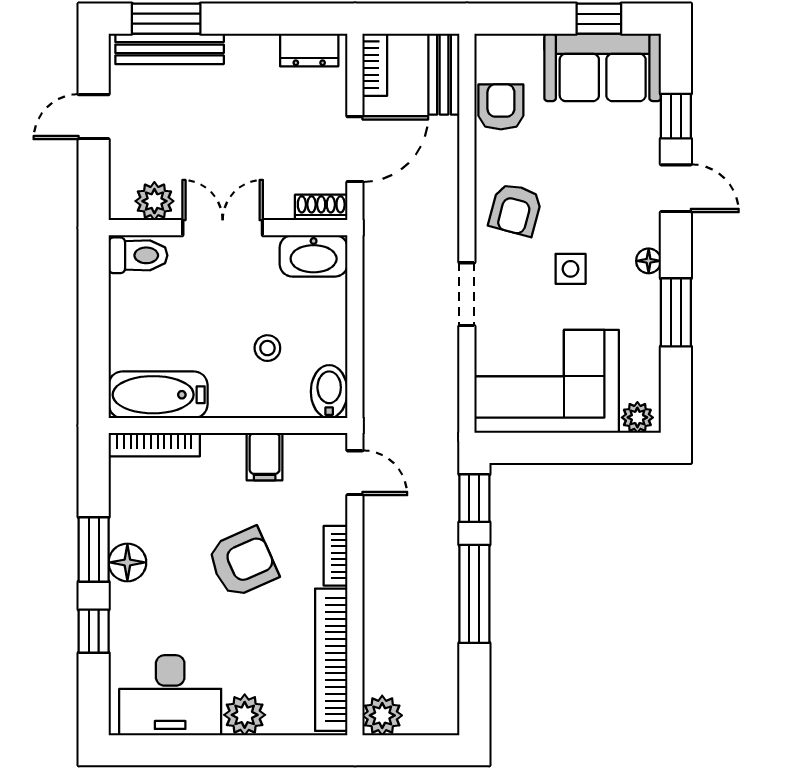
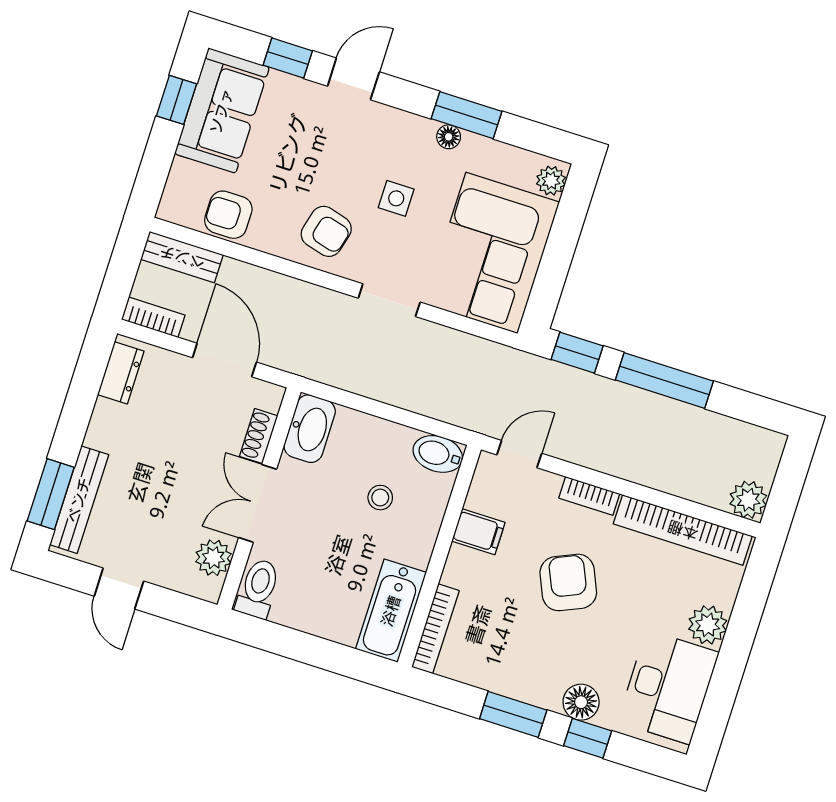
shoe rack: (321, 207) -> (259, 436), moved
floor lamp: (649, 261) -> (449, 137), moved
floor lamp: (127, 562) -> (581, 702), moved

